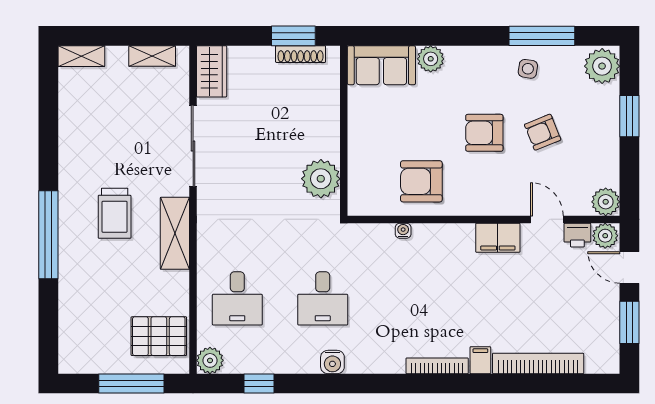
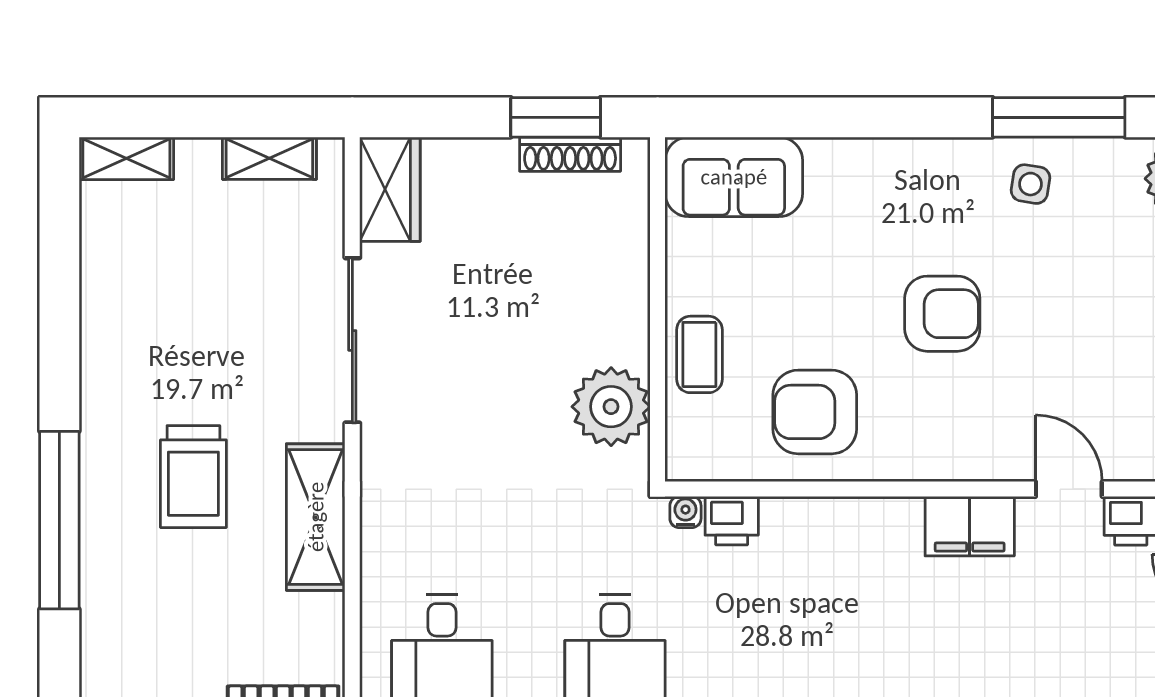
plant: (431, 59) -> (834, 164), removed
armchair: (543, 132) -> (1060, 312), removed
armchair: (484, 133) -> (942, 314), turned 180
coffee table: (364, 153) -> (699, 354), added
water cooler: (403, 231) -> (685, 512), moved
printer: (380, 235) -> (732, 521), added

